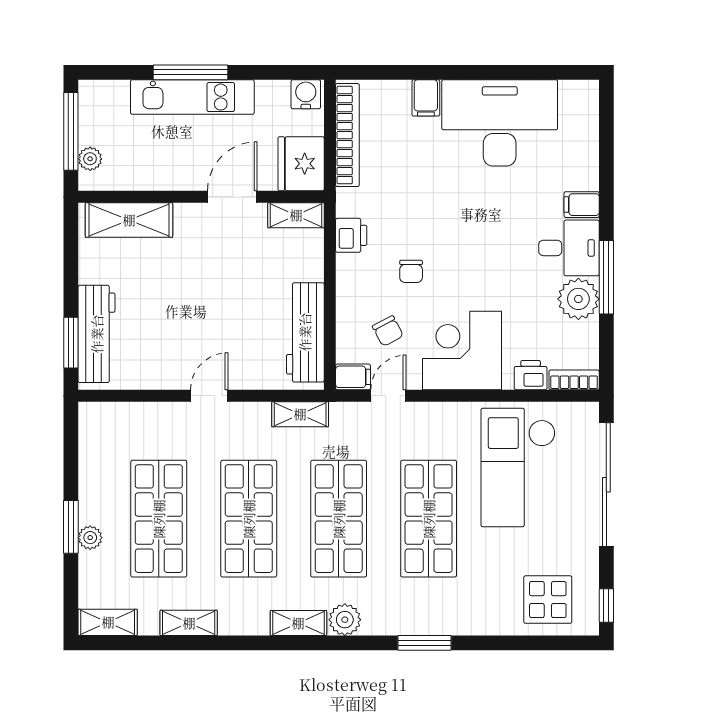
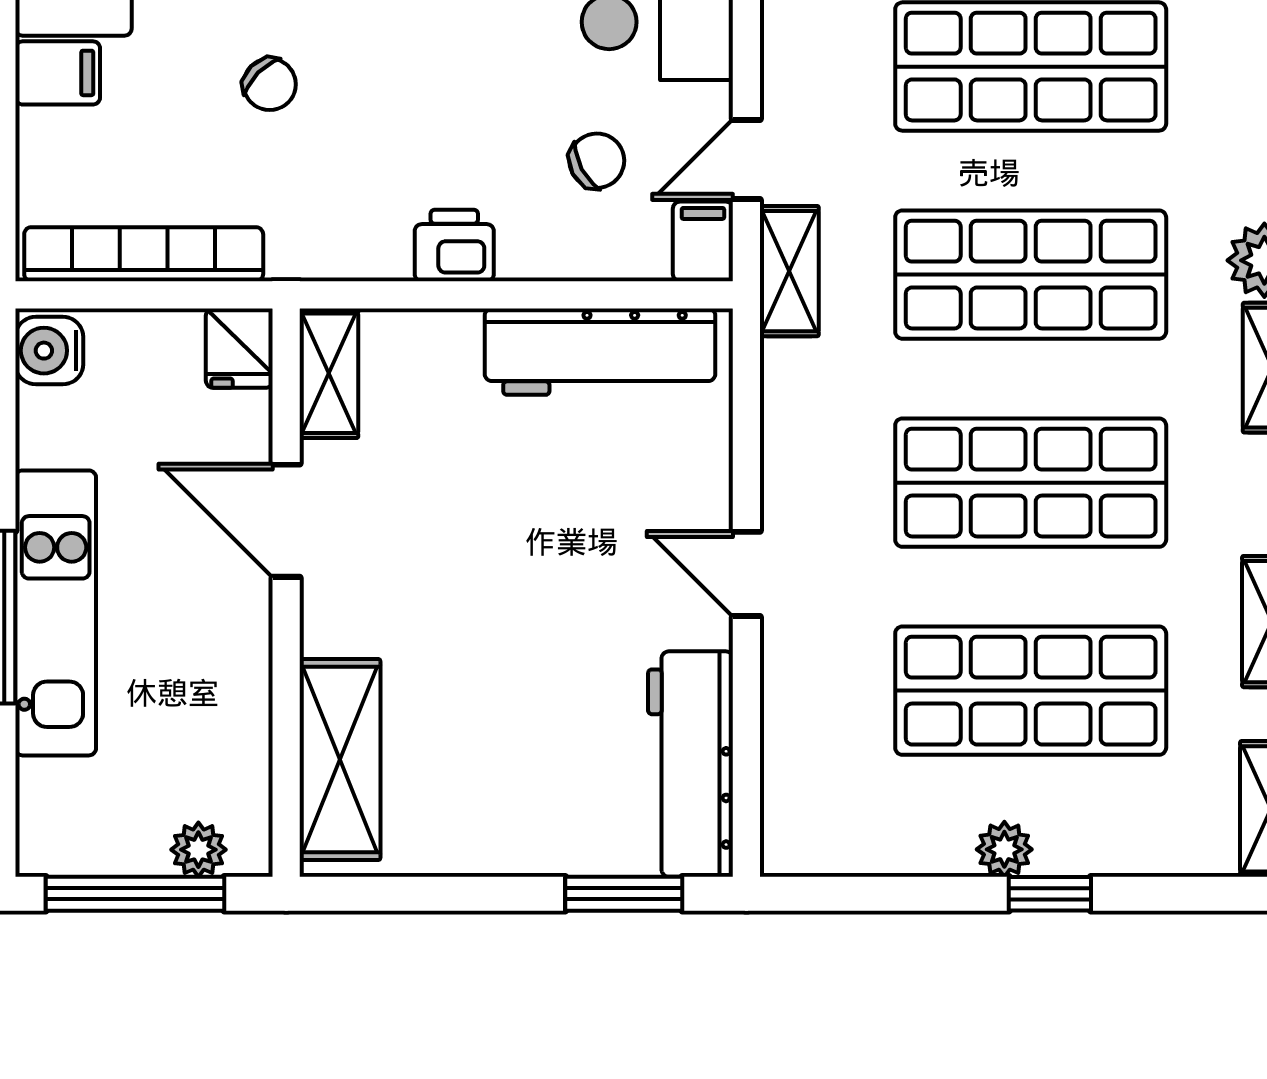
fridge: (301, 164) -> (239, 348), width x0.53, depth x0.75
printer: (351, 235) -> (454, 245), moved
chair: (411, 271) -> (270, 84), moved, turned 45
workbench: (97, 334) -> (690, 764), moved, turned -90
door: (388, 396) -> (746, 160), hinge flipped
shelving: (300, 414) -> (789, 271), moved
window: (71, 527) -> (1050, 894), width x0.67
plant: (90, 538) -> (1004, 849), moved

